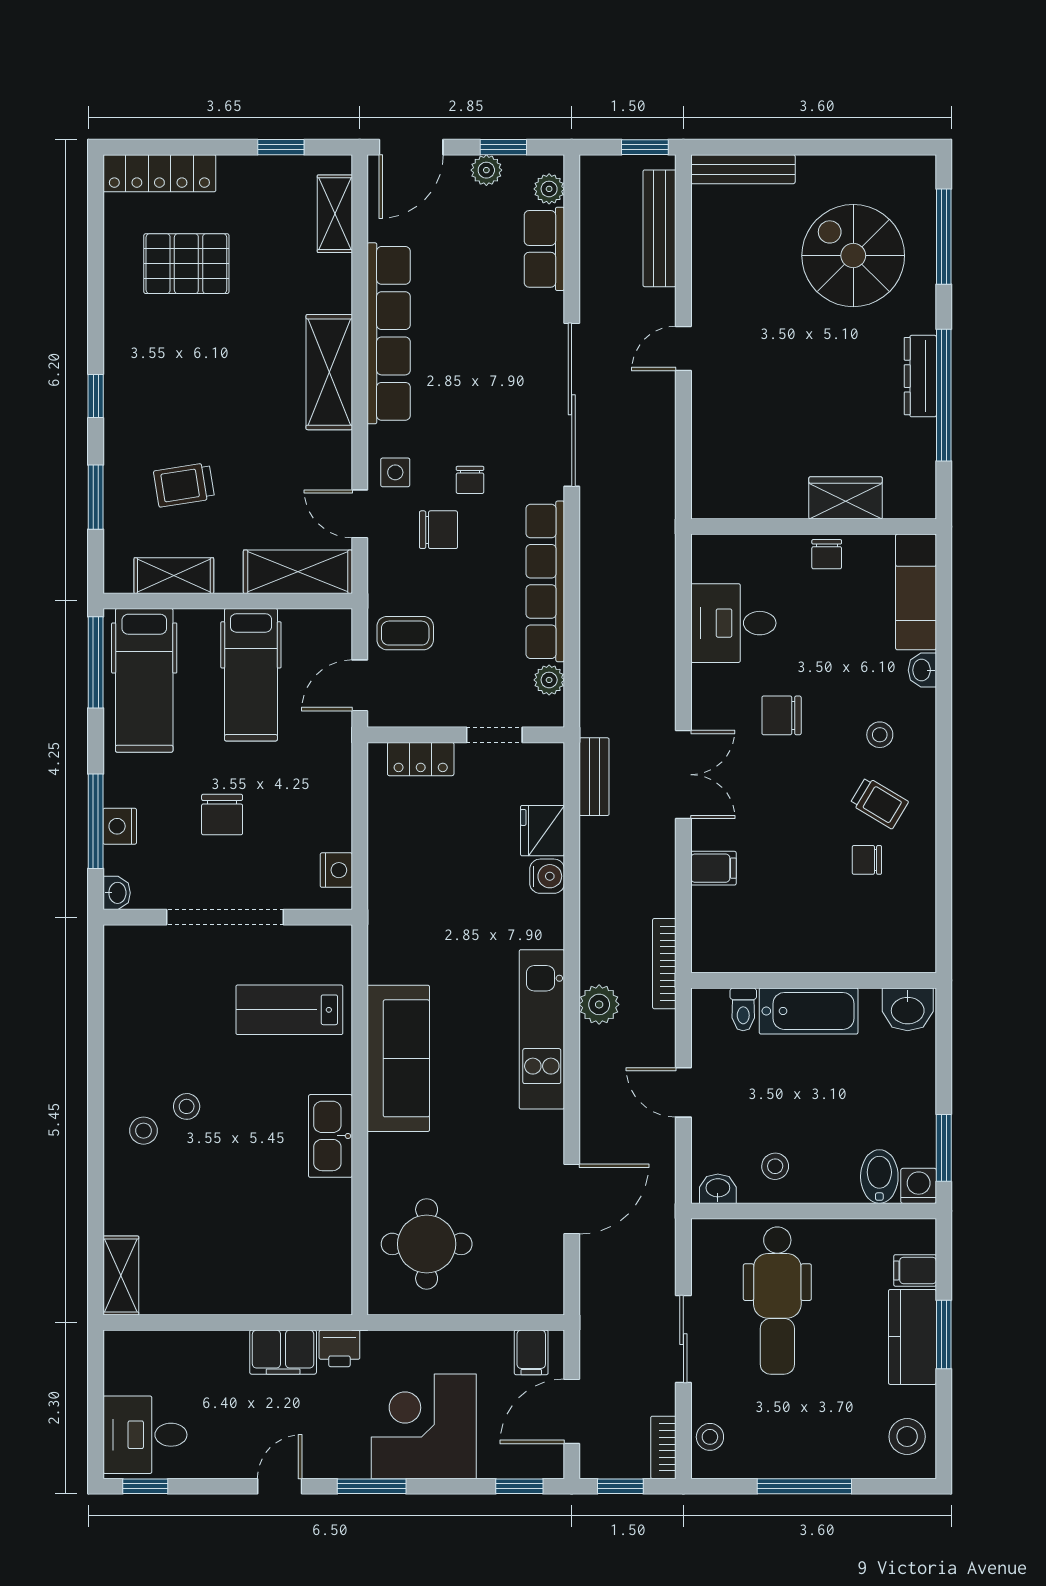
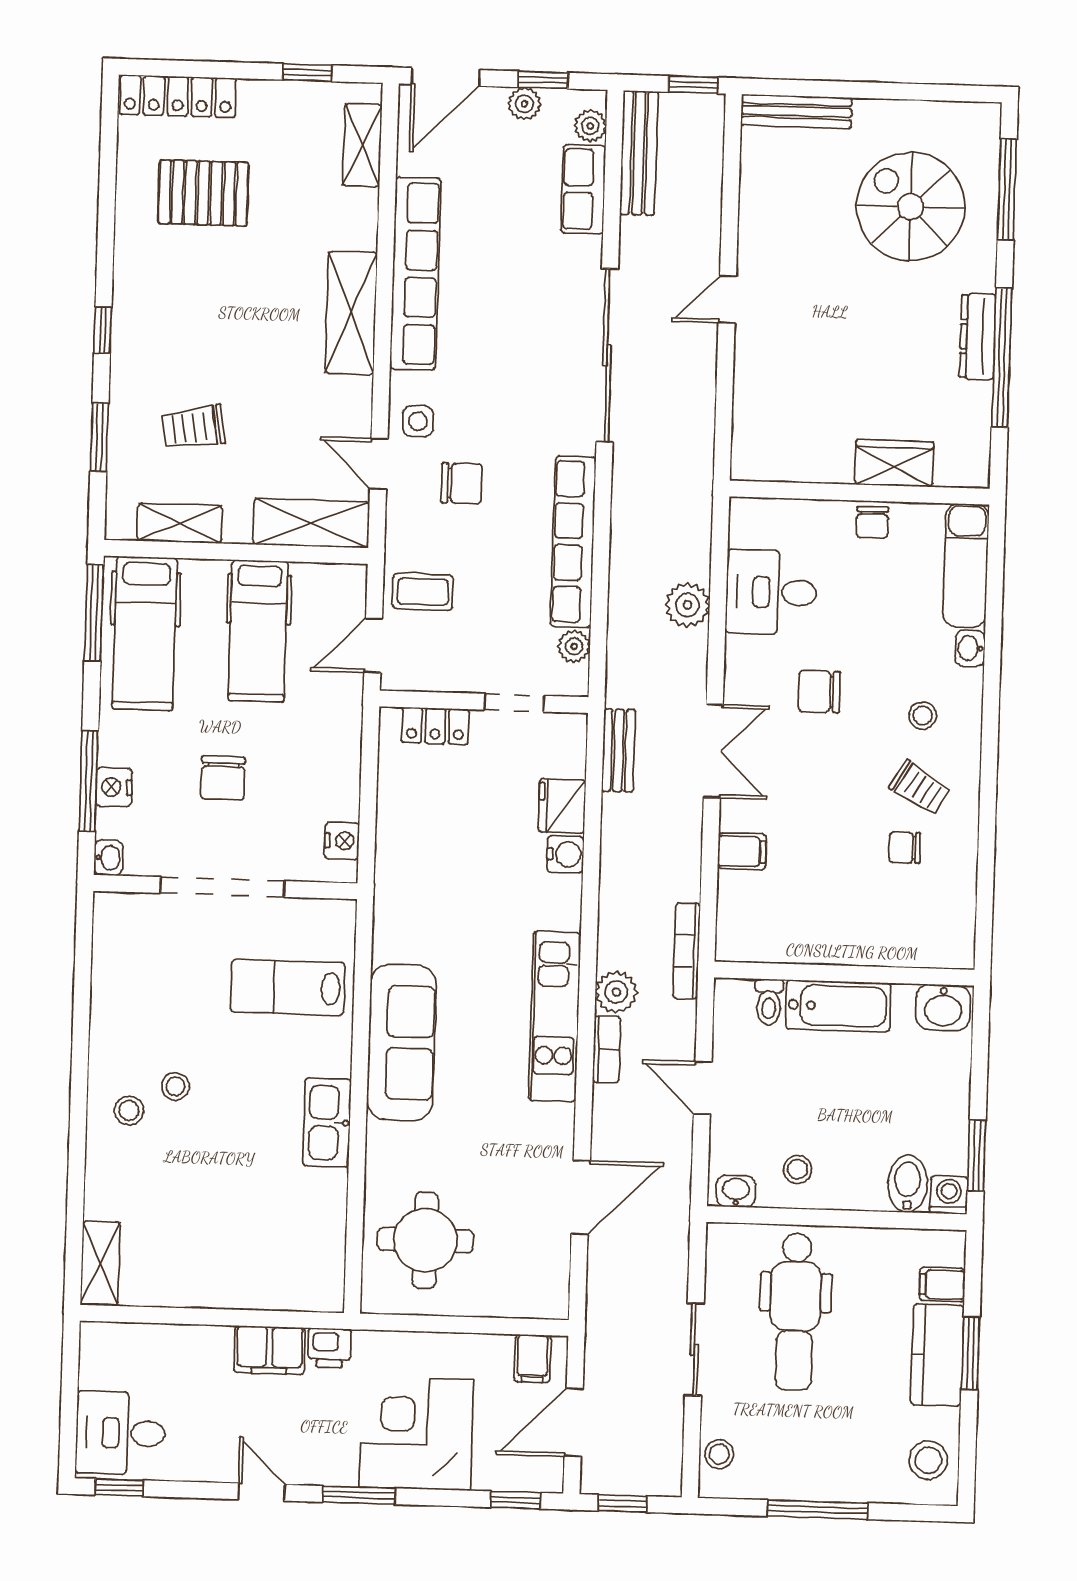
bench: (659, 228) -> (639, 153), moved
chair: (470, 480) -> (497, 432), removed
plant: (655, 638) -> (687, 605), added
bookcase: (663, 1447) -> (607, 1049), moved, turned 180
door: (280, 1486) -> (261, 1492), hinge flipped

